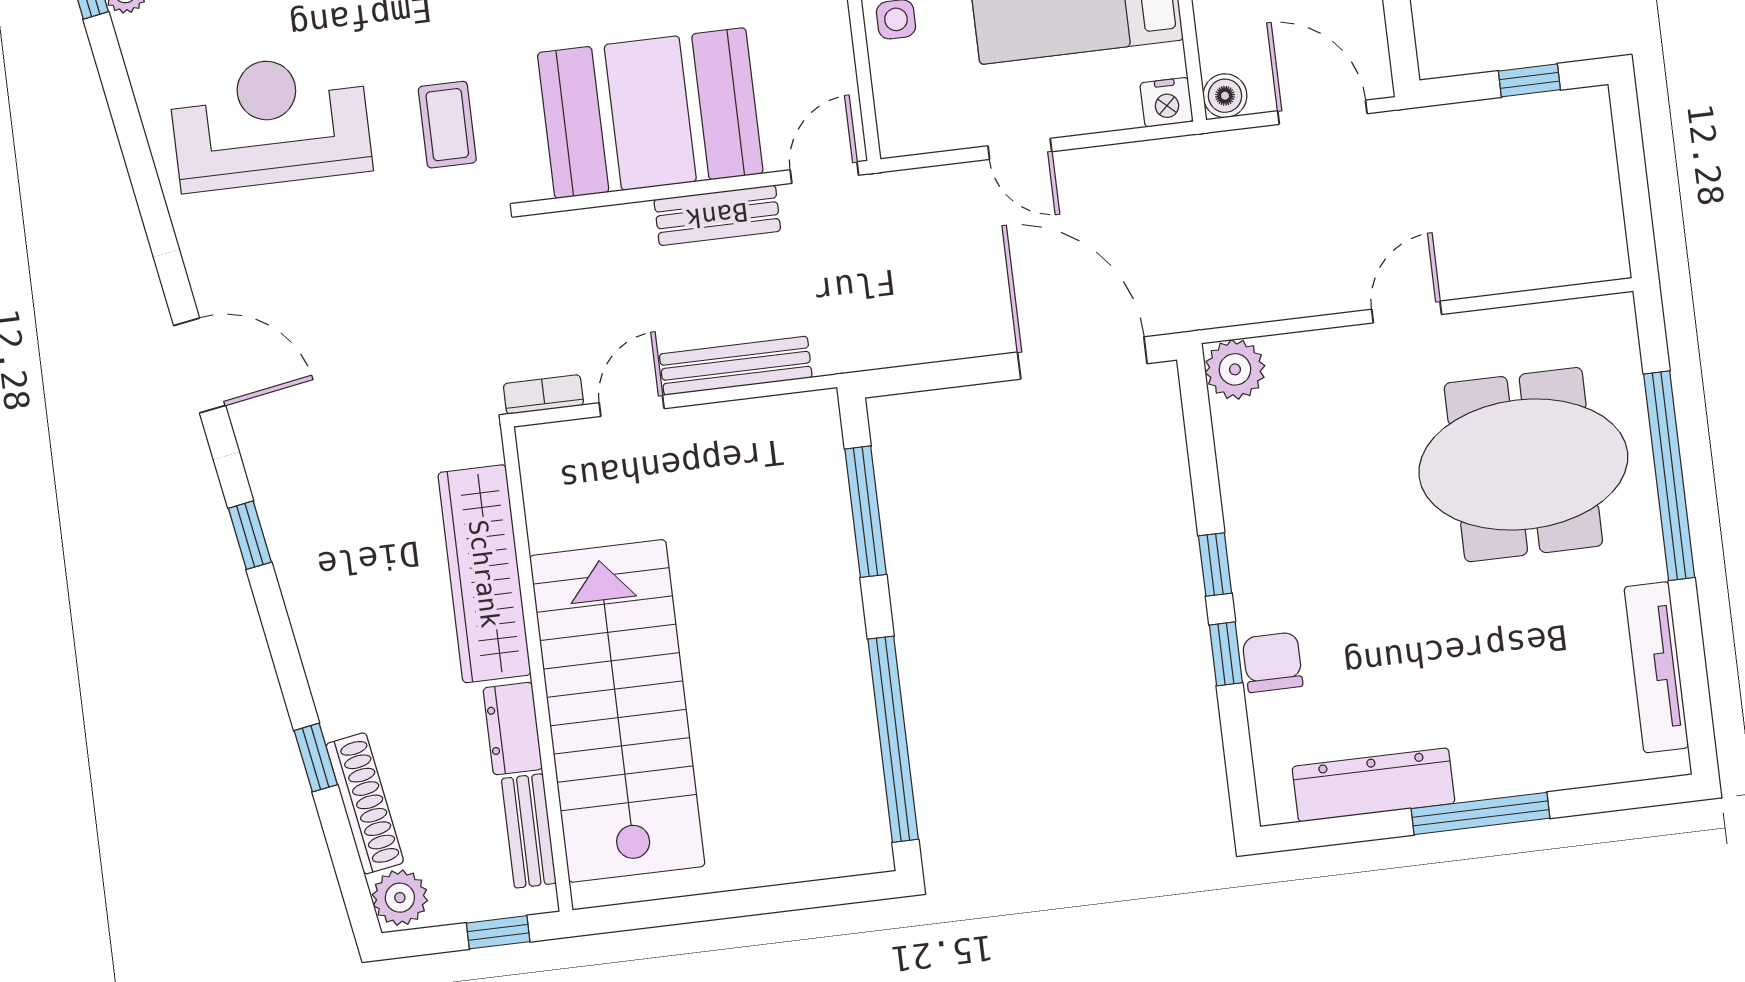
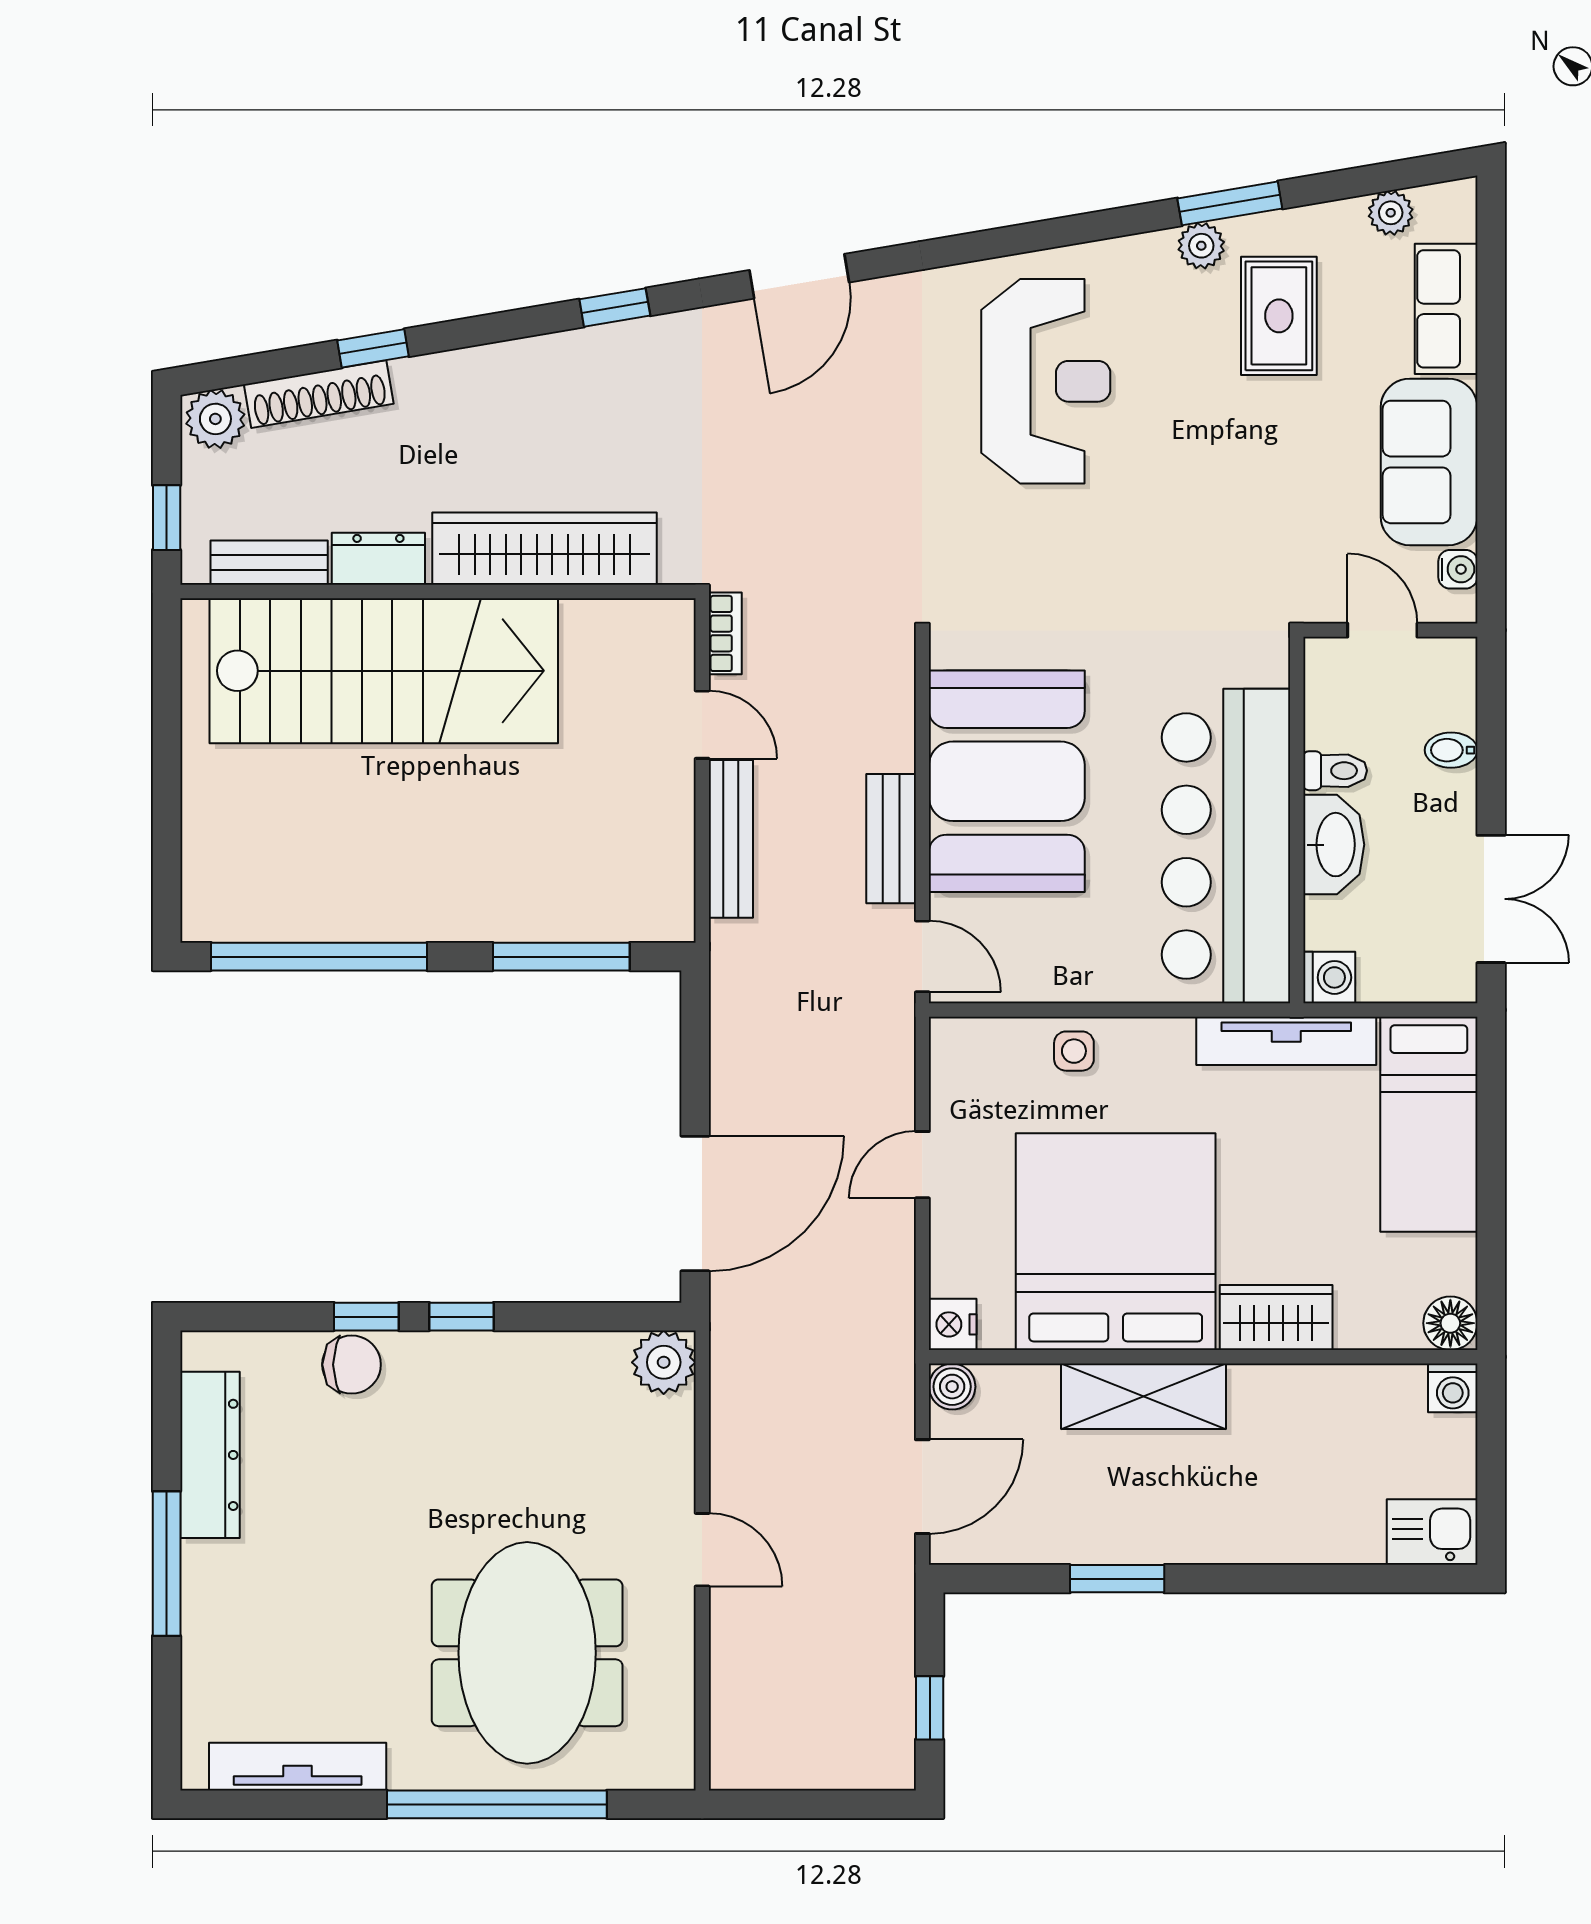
coffee table: (447, 125) -> (1021, 567), removed

